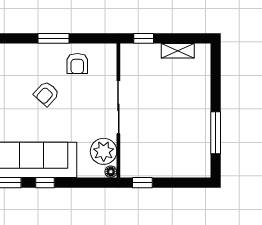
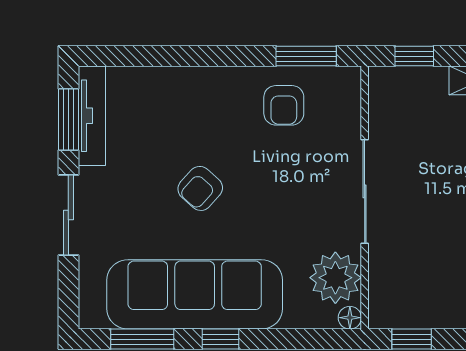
window: (54, 38) -> (306, 56), moved
armchair: (46, 94) -> (200, 188), moved

